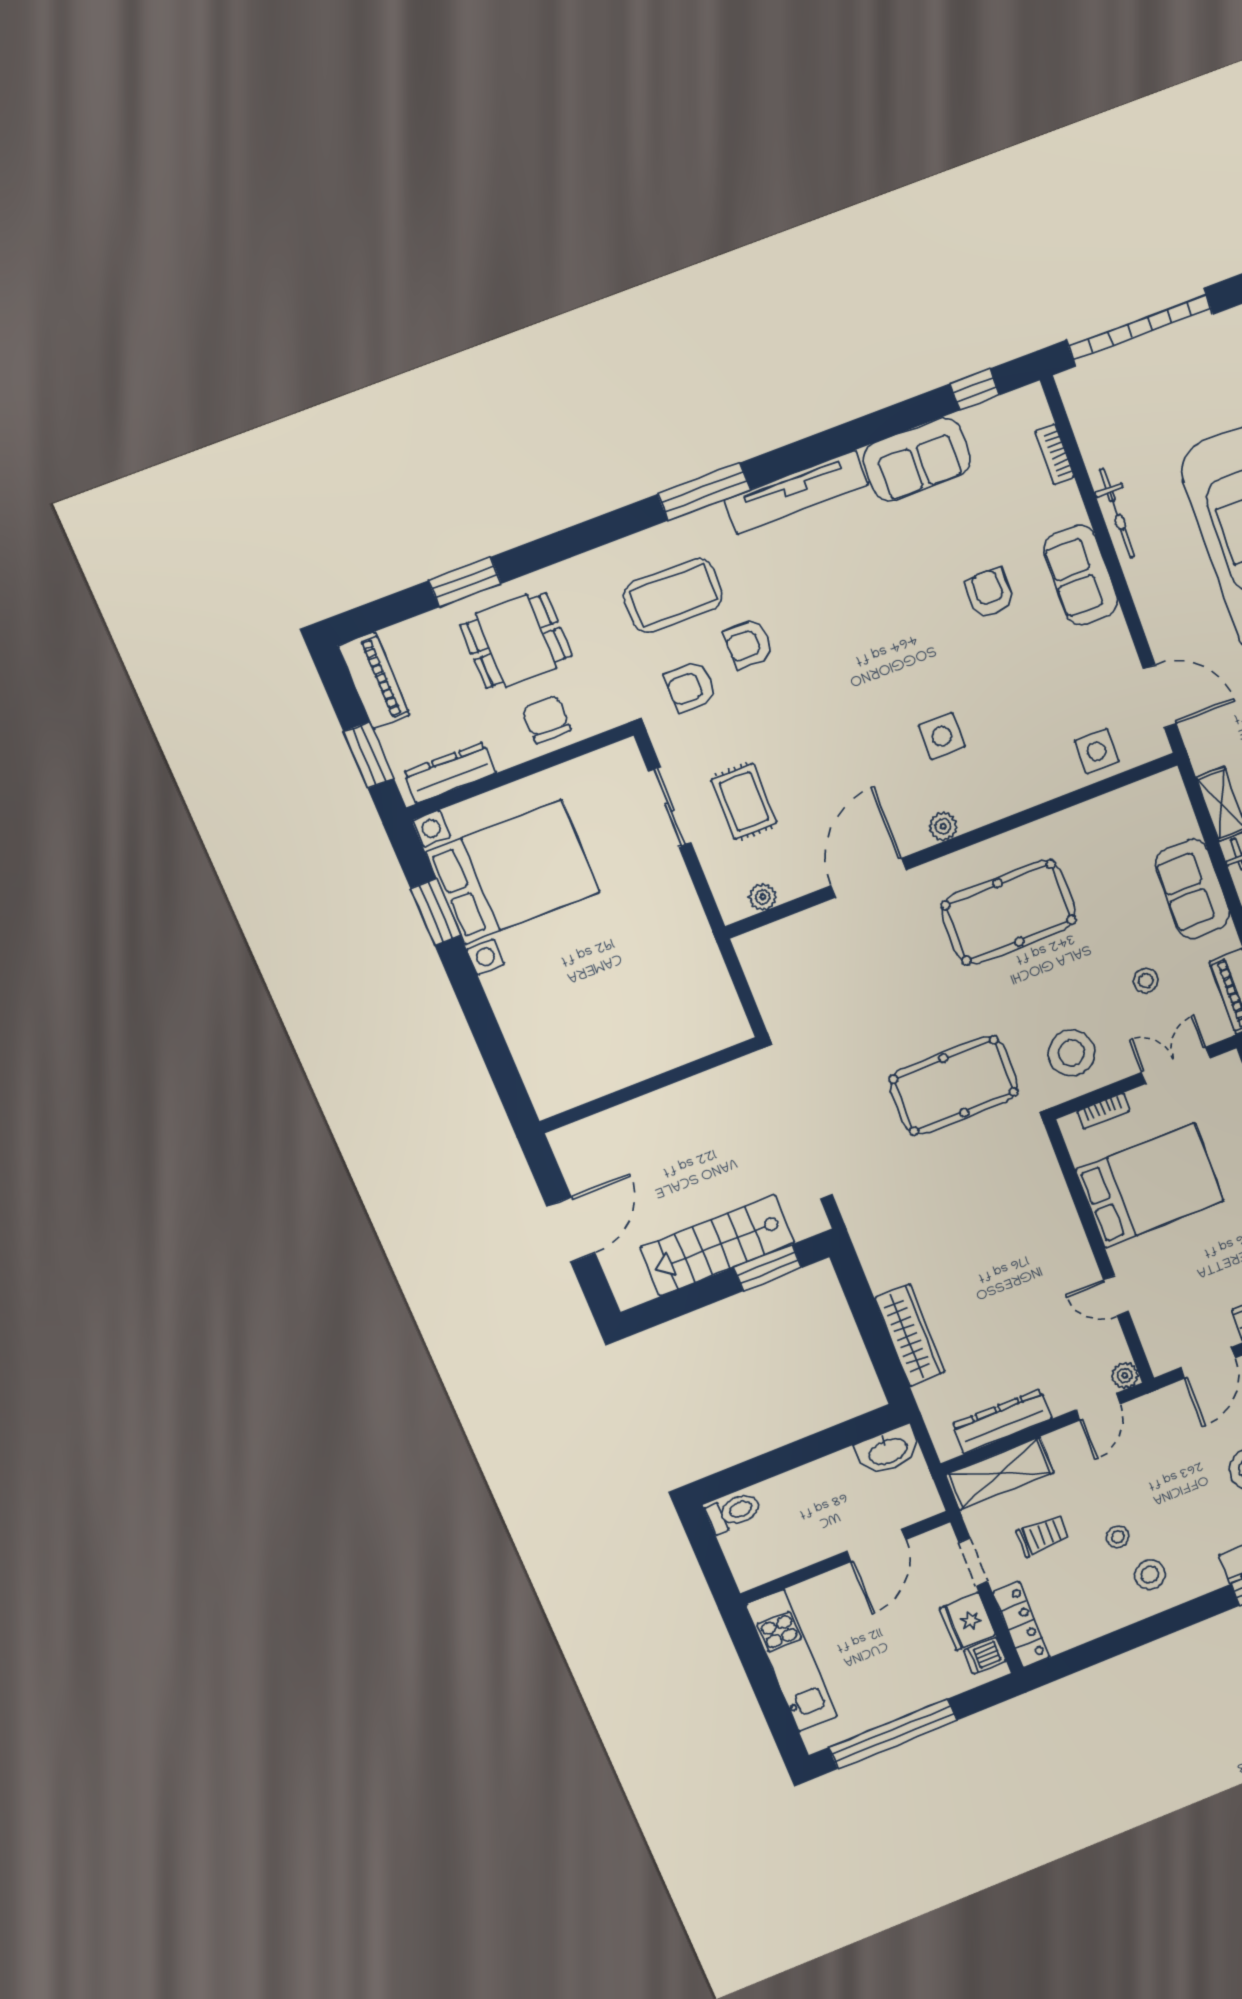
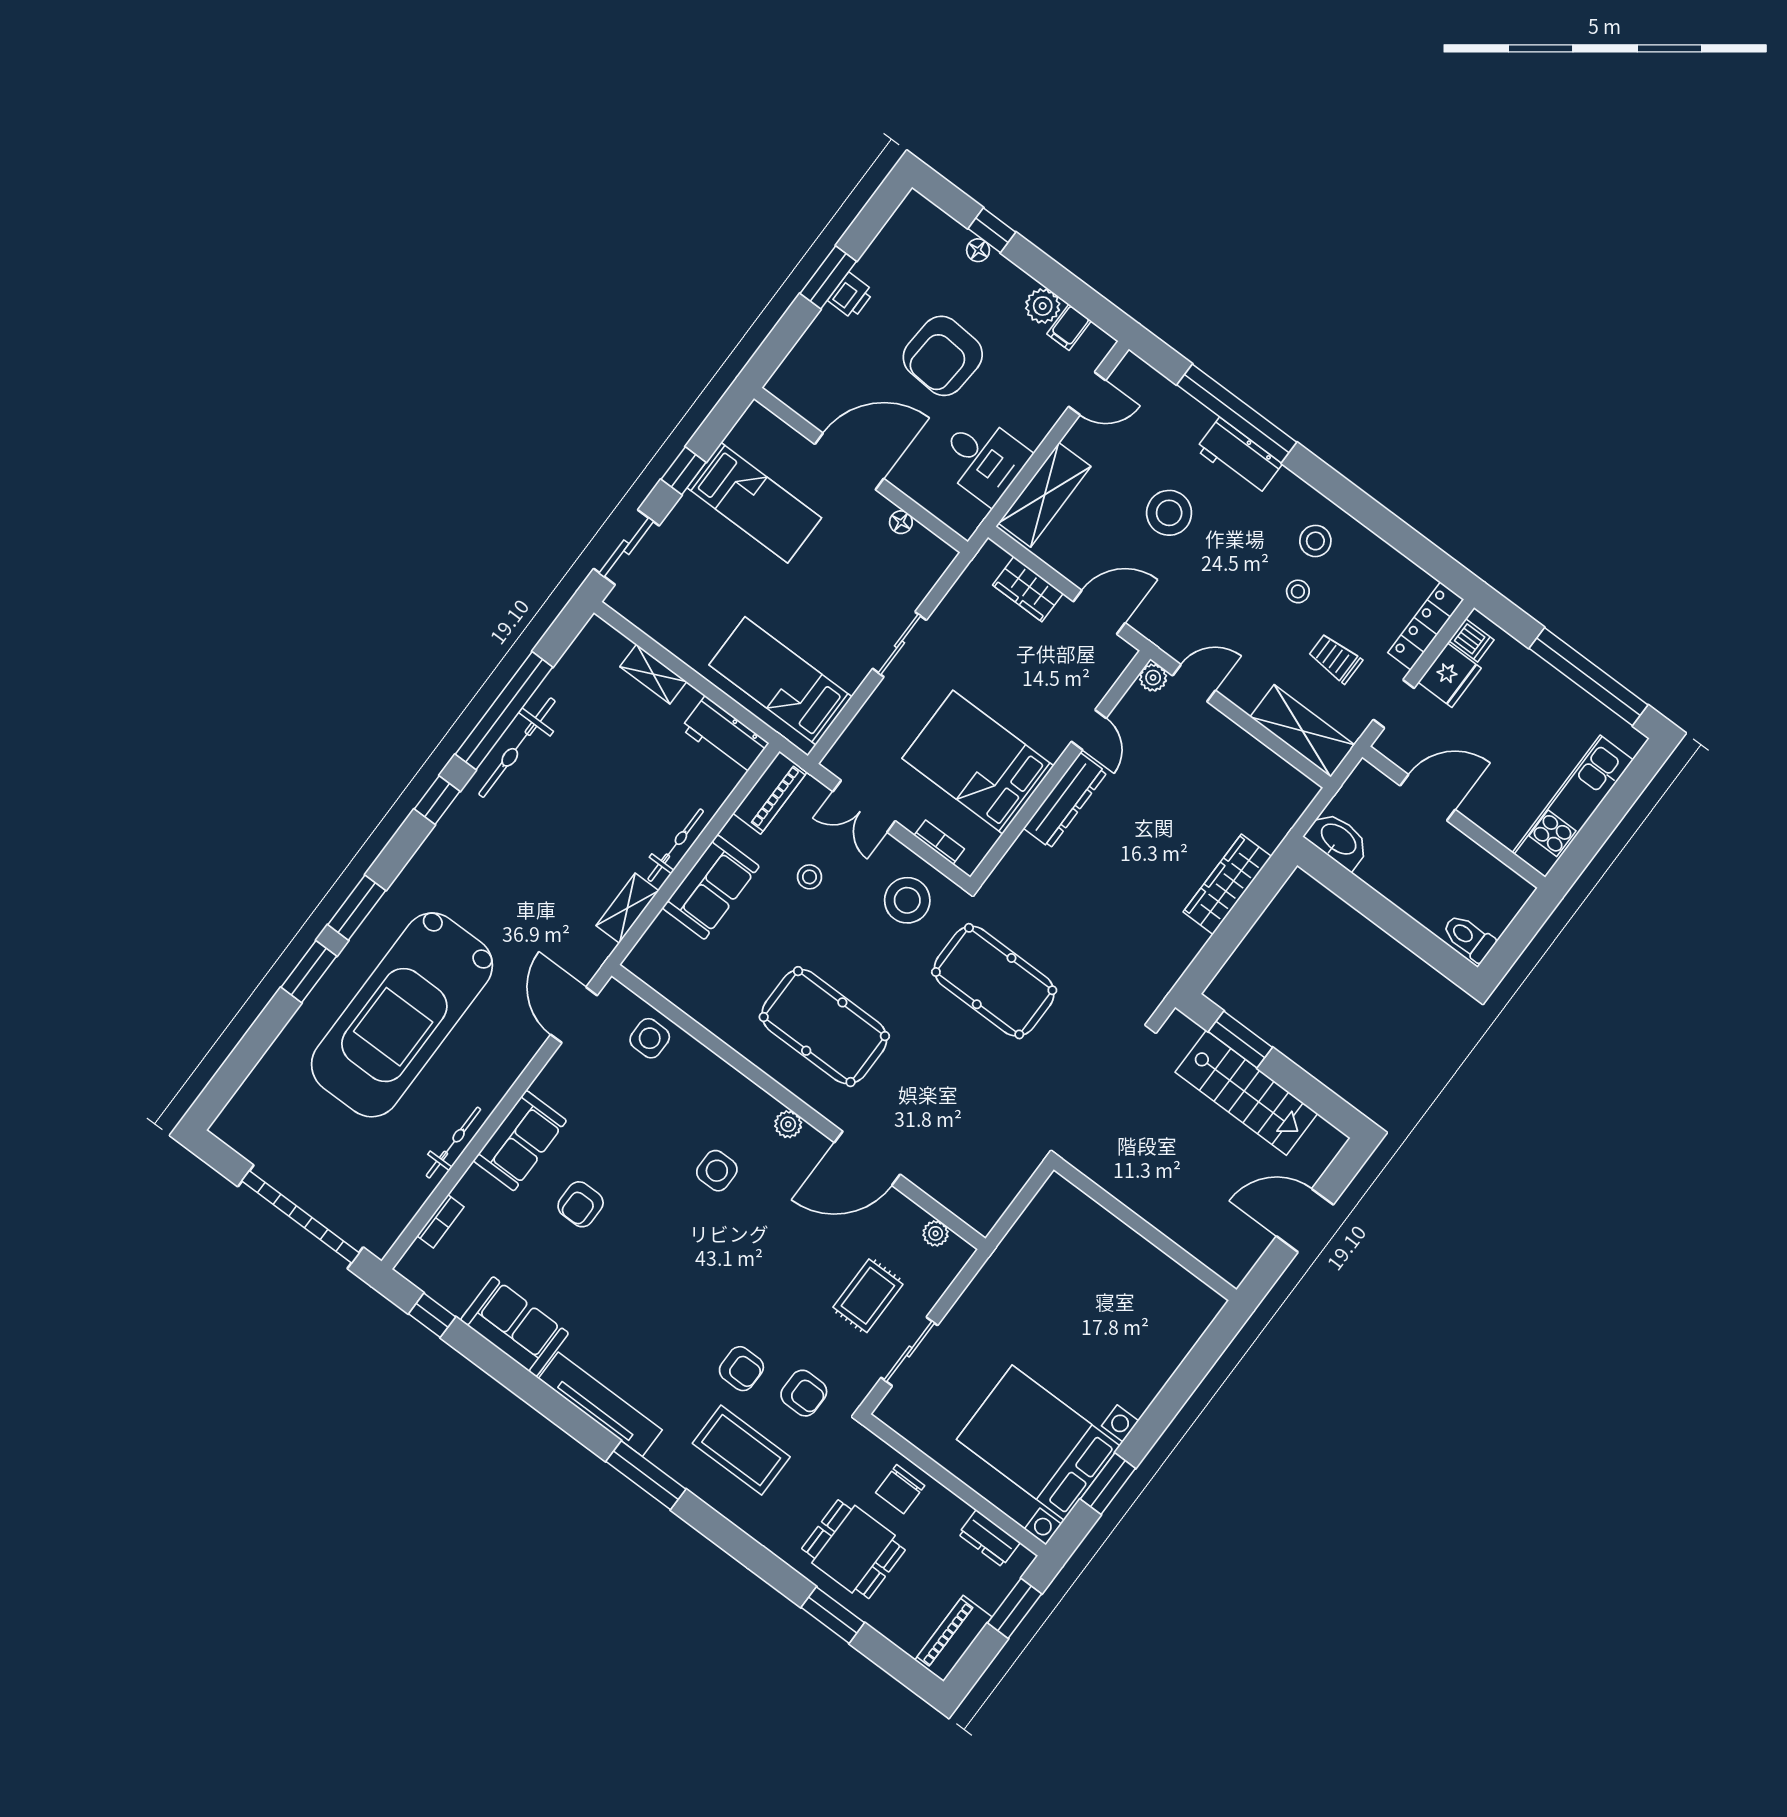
dresser: (450, 773) -> (989, 1538), width x0.70
dresser: (1002, 1421) -> (1065, 800), moved, turned -90

